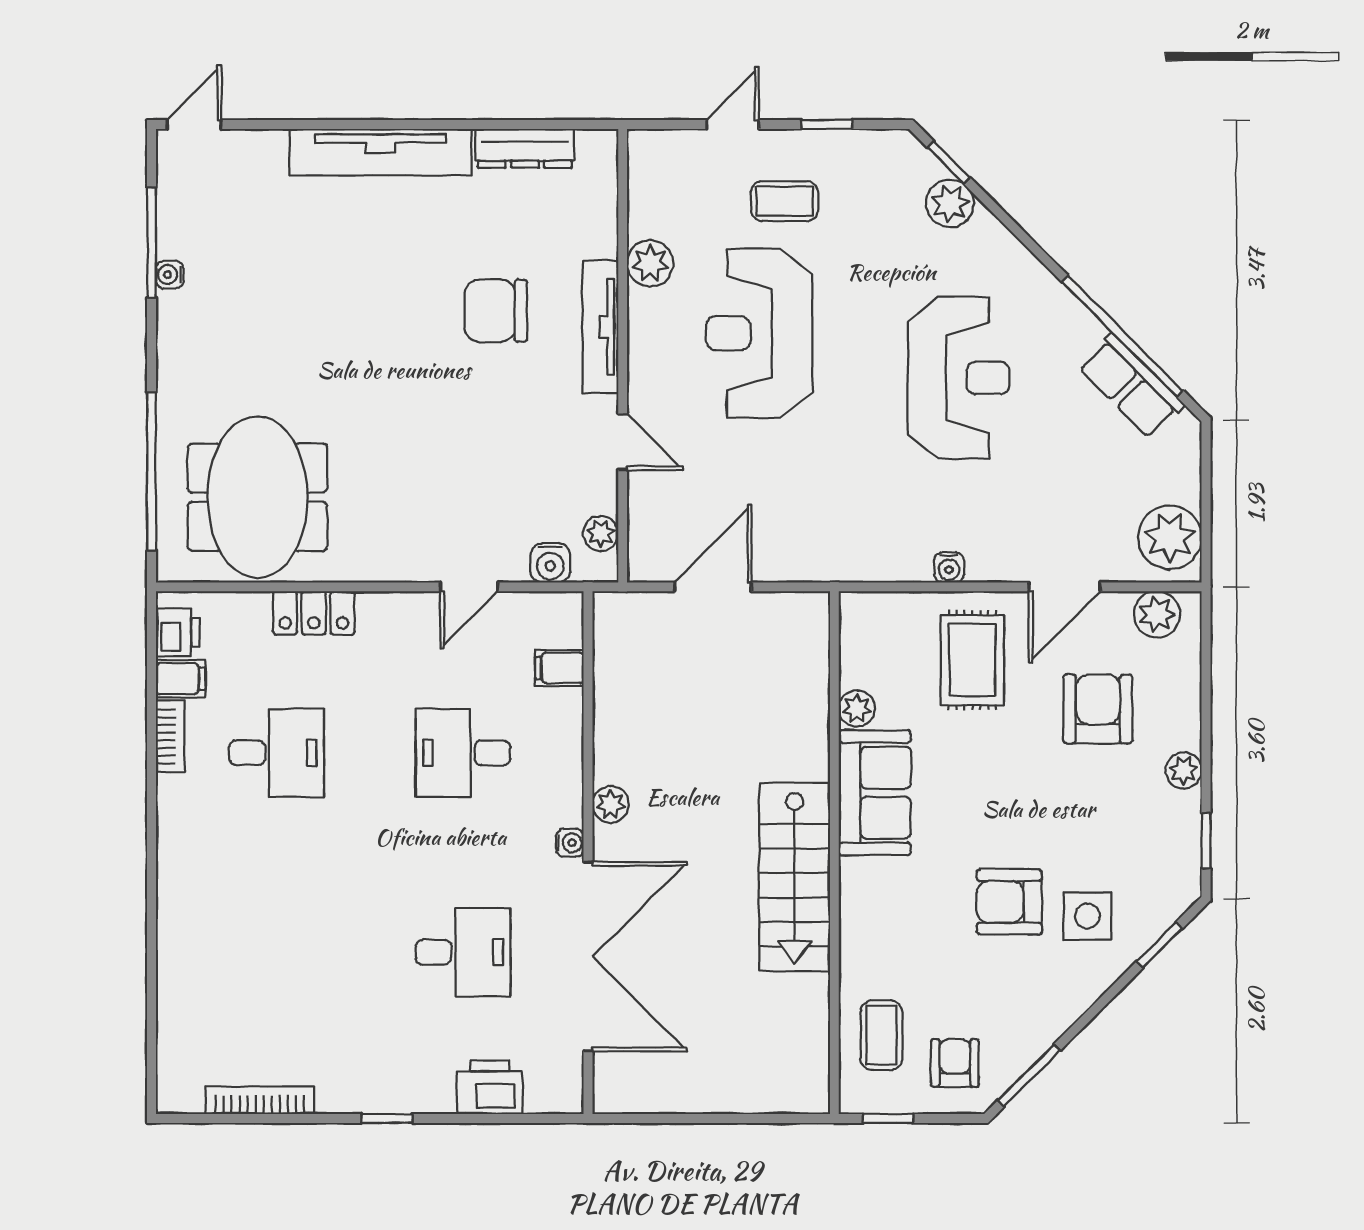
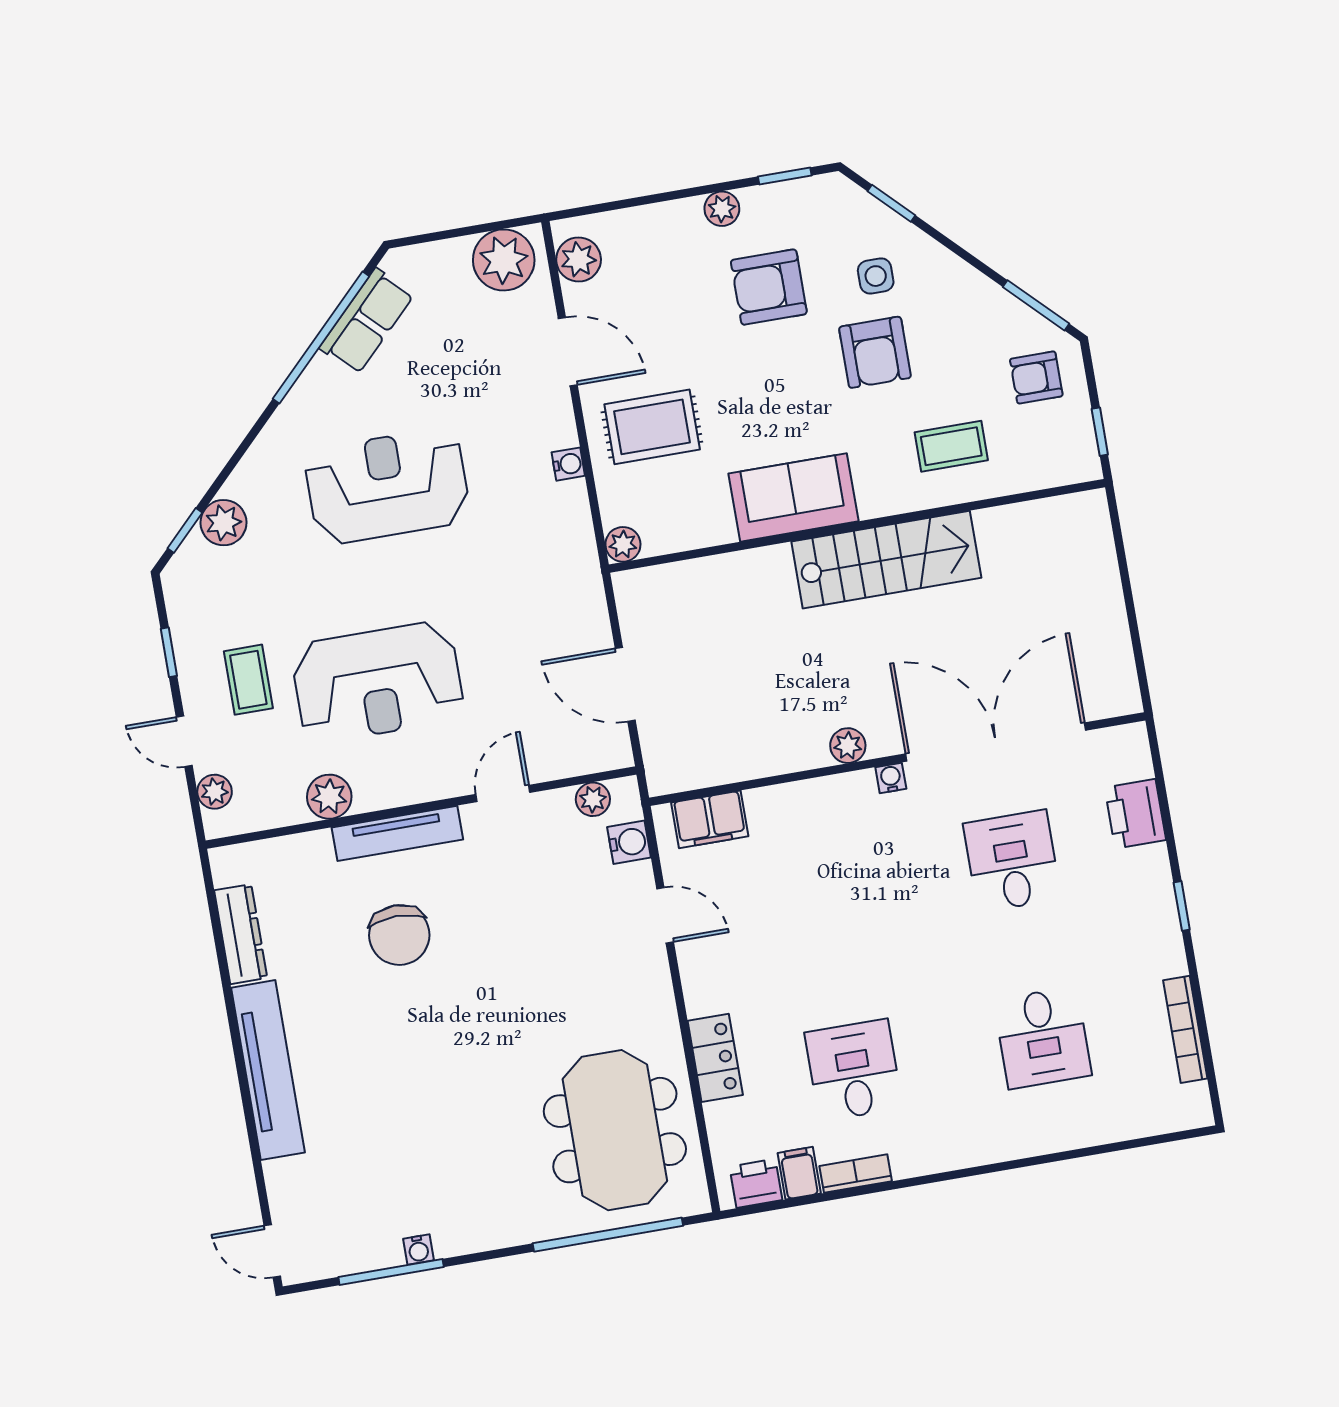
plant: (676, 147) -> (215, 792), added
meeting table: (257, 497) -> (615, 1130), turned 90
filing cabinet: (559, 668) -> (710, 819), width x2.00
plant: (857, 709) -> (623, 544), moved
armchair: (1098, 709) -> (769, 287), moved
desk: (463, 753) -> (1043, 1038), moved
side table: (1087, 916) -> (876, 276), width x0.73, depth x0.73
coffee table: (881, 1035) -> (951, 446), moved

